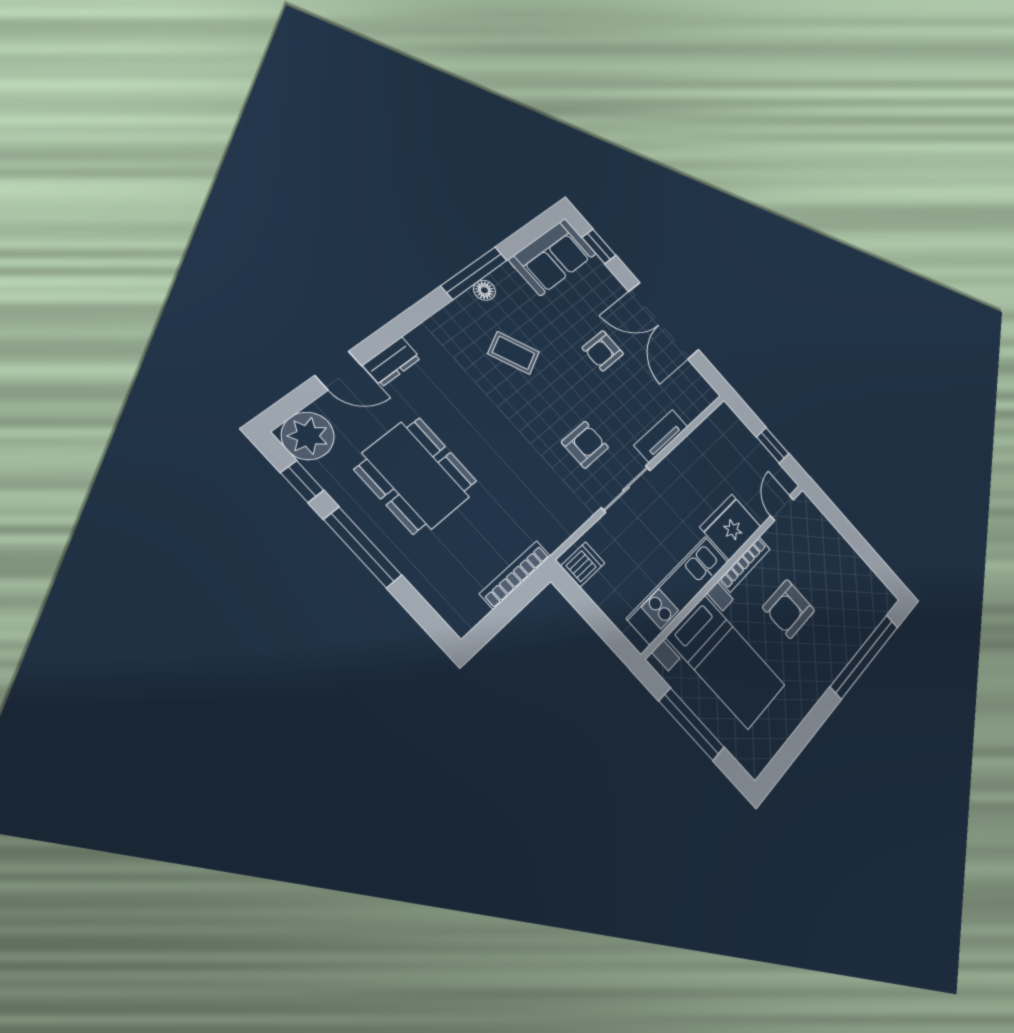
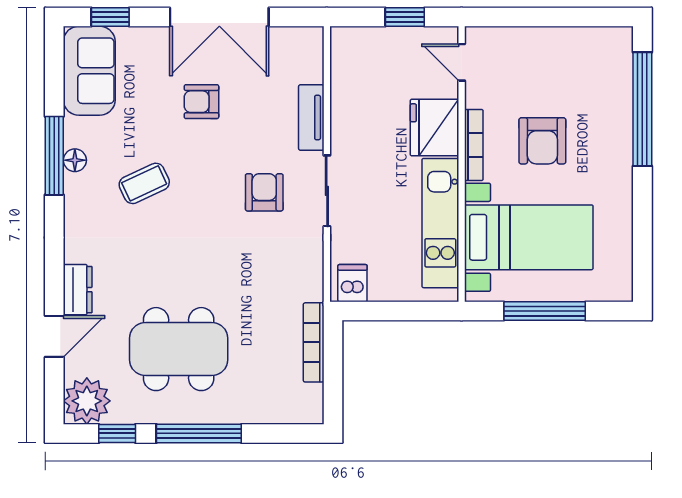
armchair: (603, 351) -> (201, 102), turned 90

